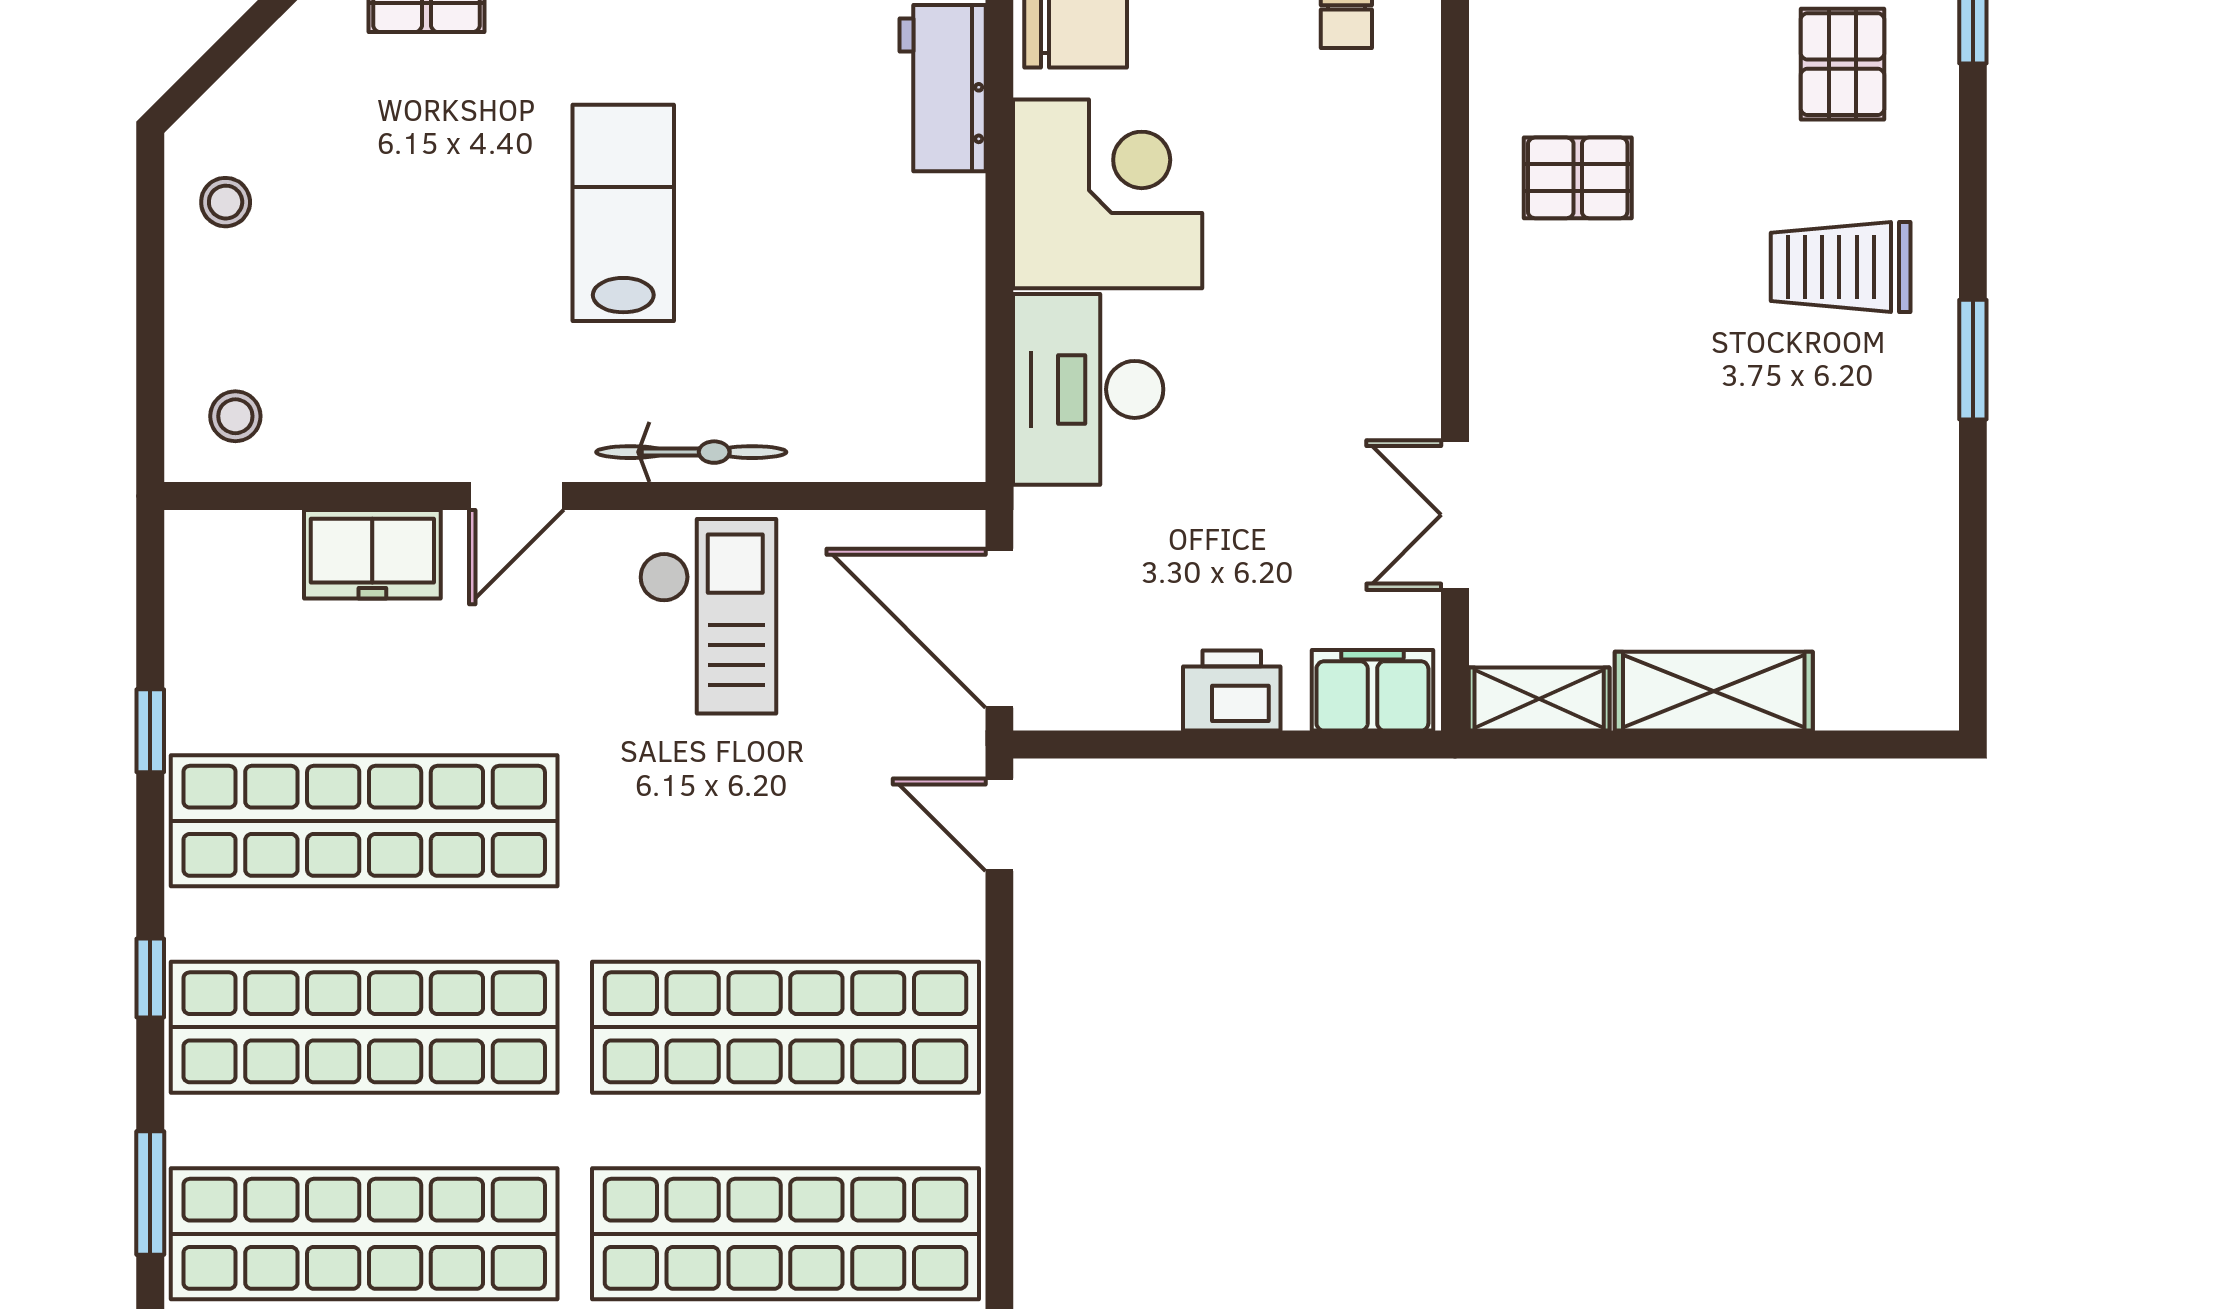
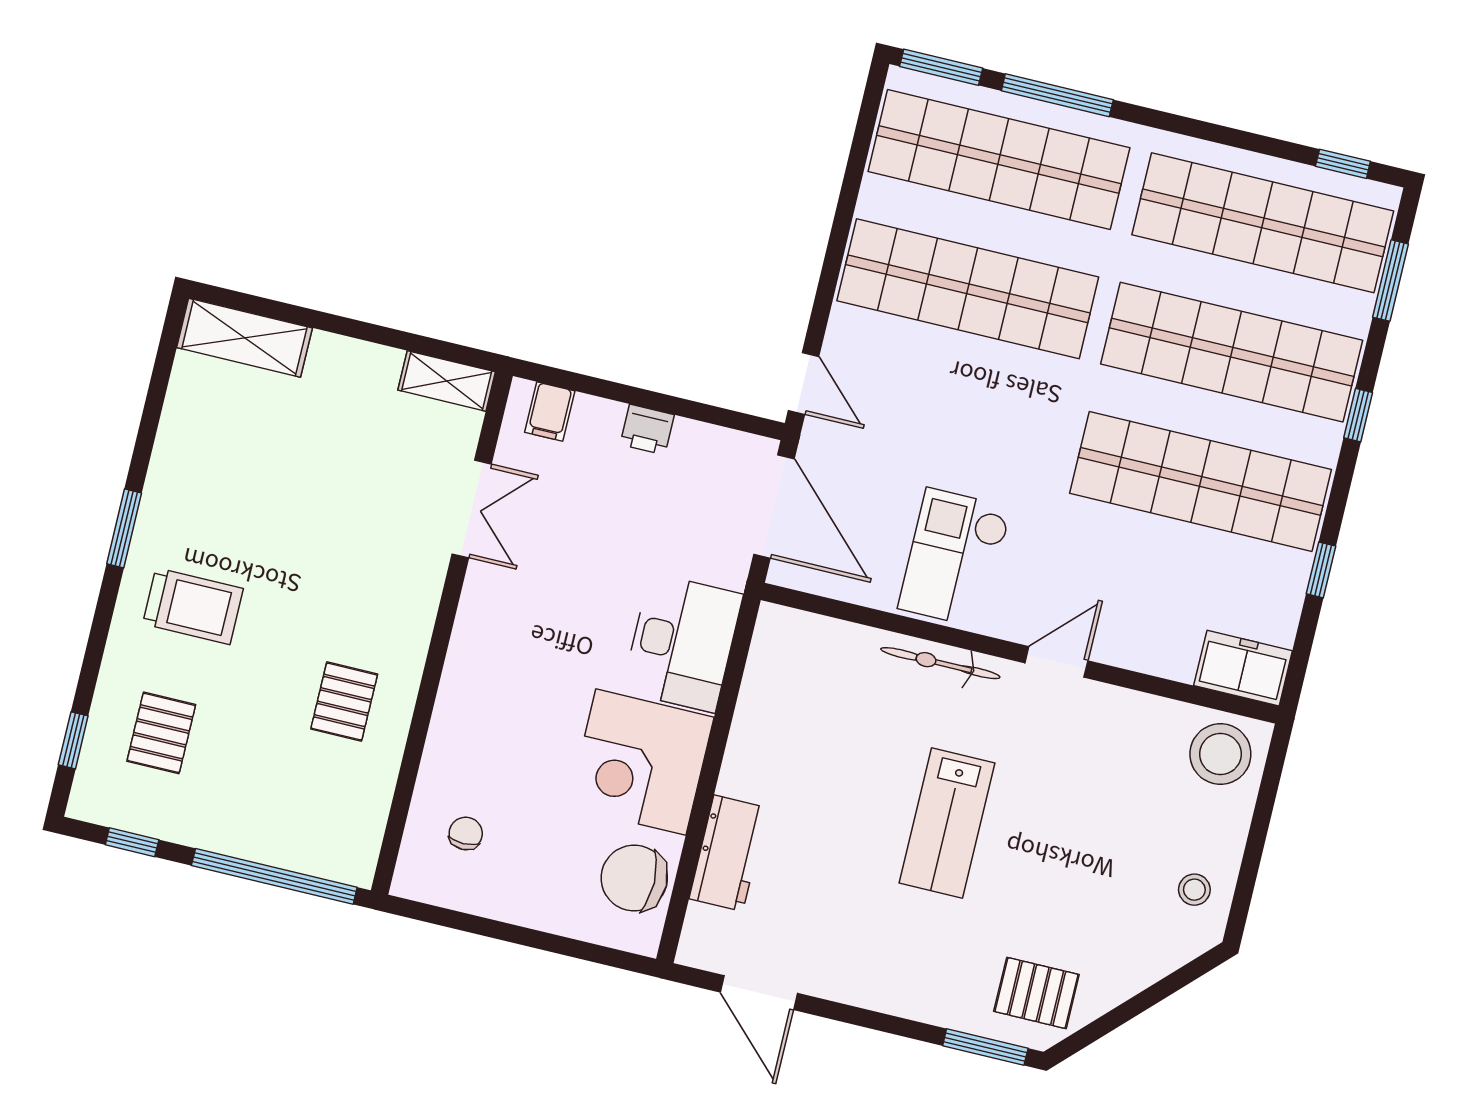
pallet: (1578, 178) -> (344, 702), turned 90
stool: (235, 416) -> (1220, 754), width x1.89, depth x1.89
freezer: (372, 554) -> (1243, 668), moved
filing cabinet: (1372, 690) -> (550, 412), width x0.50
printer: (1232, 691) -> (647, 430), width x0.73, depth x0.81
shelving: (1714, 691) -> (244, 338), moved

